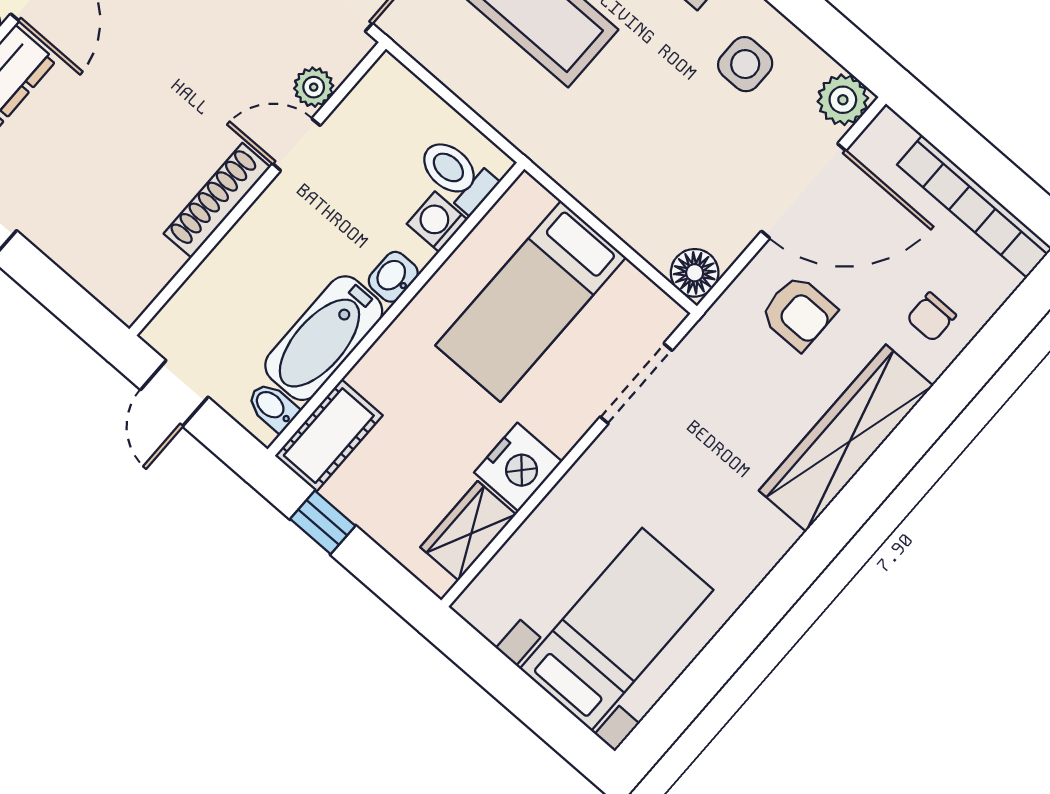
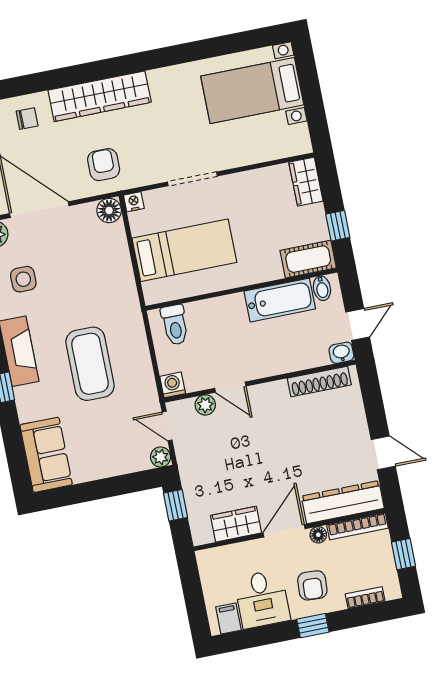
shoe rack: (217, 200) -> (319, 381), moved
washing machine: (437, 222) -> (173, 385), moved, turned 180
washbasin: (393, 277) -> (341, 353), moved, turned 180
armchair: (798, 313) -> (104, 165), moved
doorway: (636, 384) -> (192, 179), moved
nightstand: (518, 467) -> (134, 202), moved, width x0.53, depth x0.56
wardrobe: (468, 531) -> (306, 182), moved, turned 90

